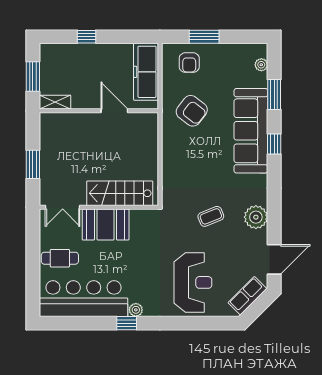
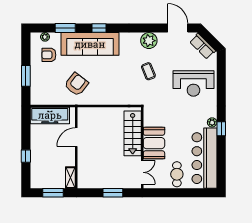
armchair: (189, 63) -> (49, 55), moved, turned 180
reception desk: (193, 282) -> (193, 84), turned 180

